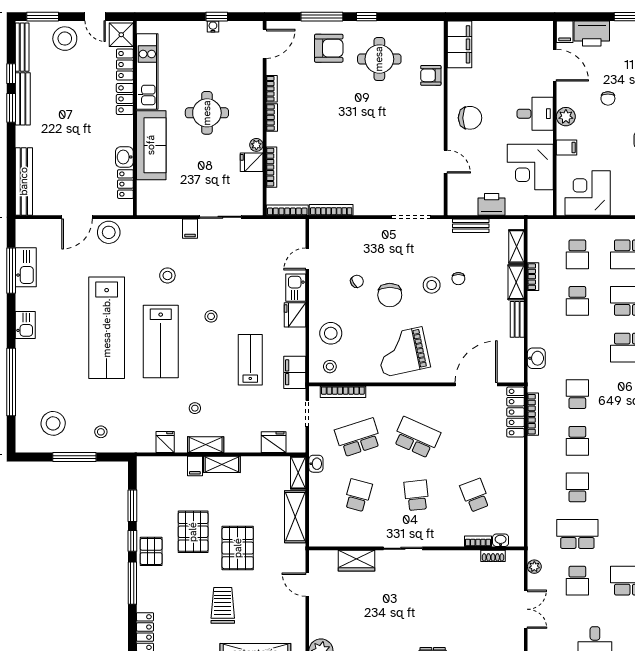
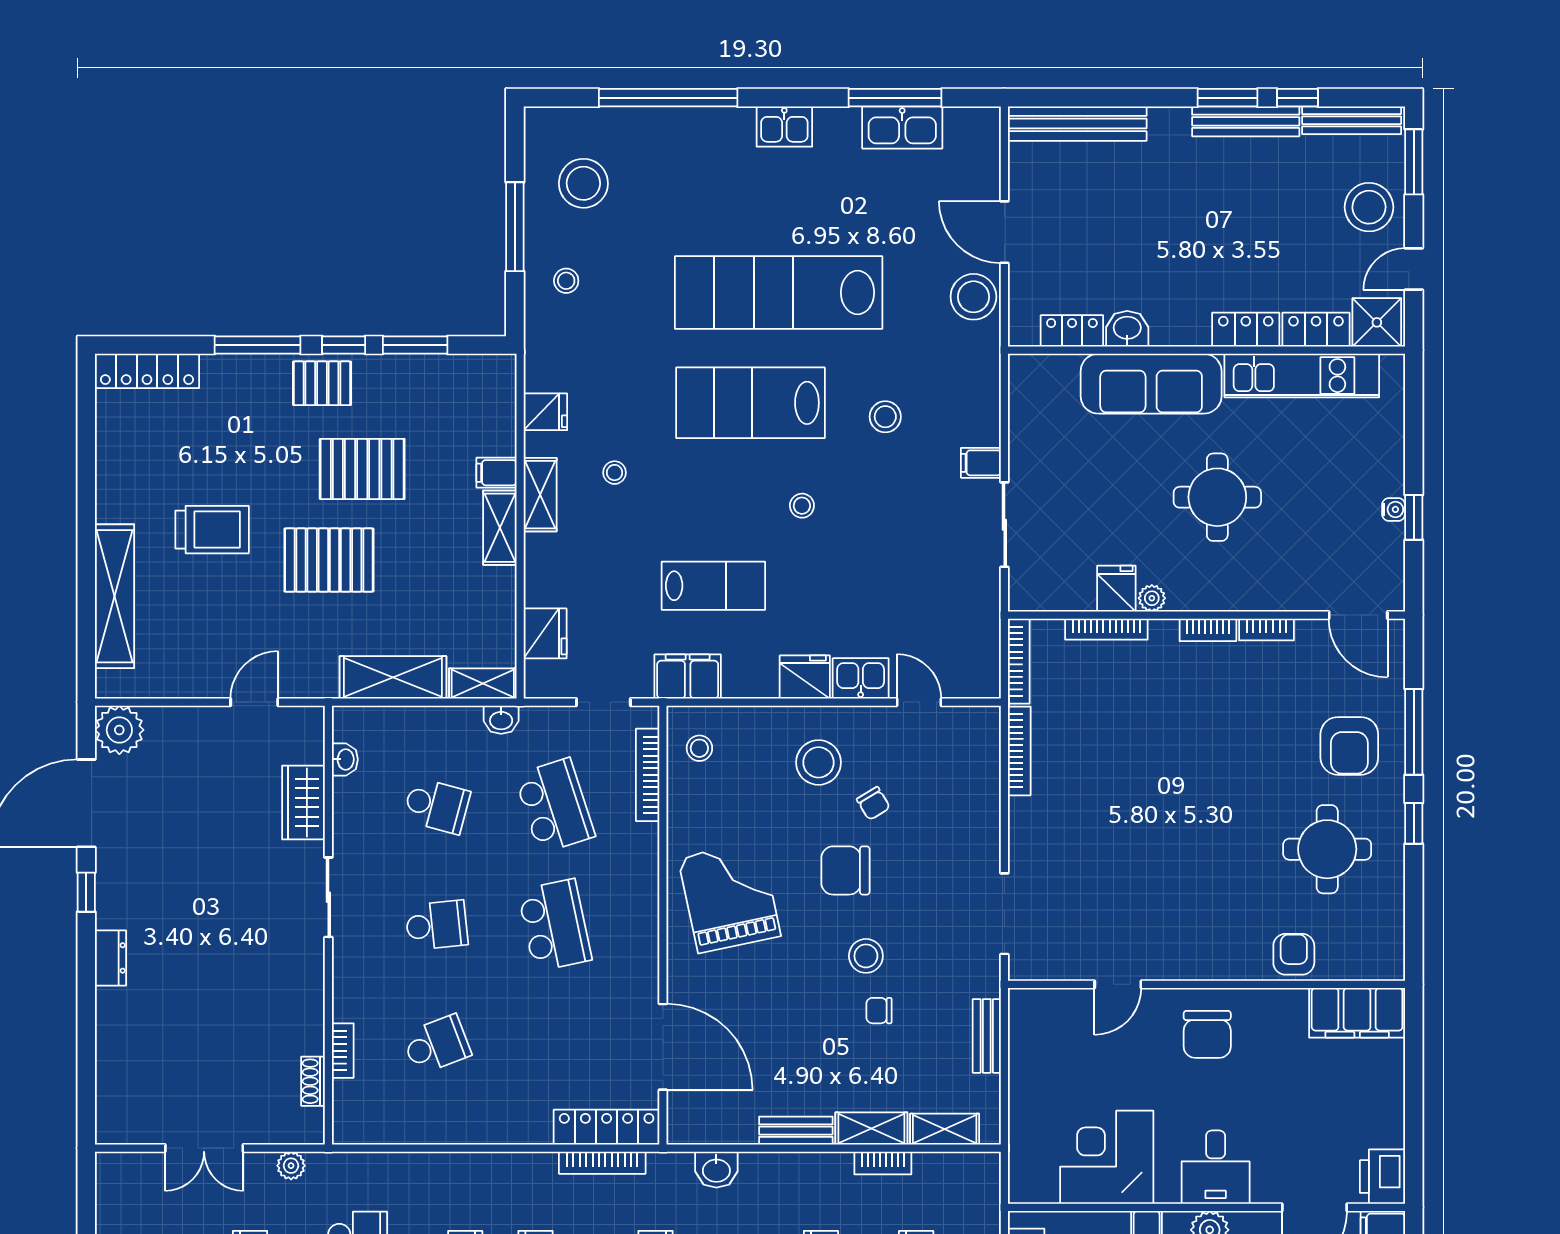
printer: (492, 204) -> (1382, 1177), moved, turned 180
stool: (331, 333) -> (819, 762), moved
school desk: (417, 437) -> (555, 925), turned -36
washbasin: (501, 540) -> (345, 759), moved

